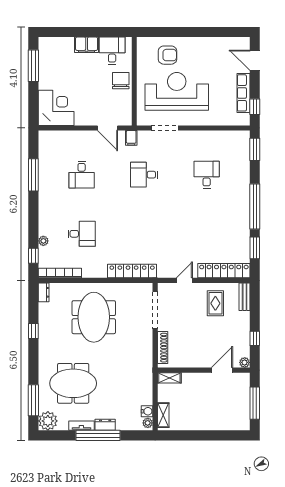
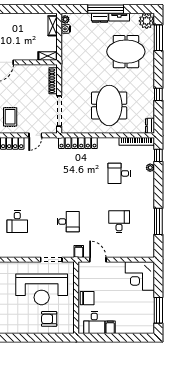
filing cabinet: (87, 45) -> (110, 327), width x0.50
chair: (121, 81) -> (87, 298), turned -90

